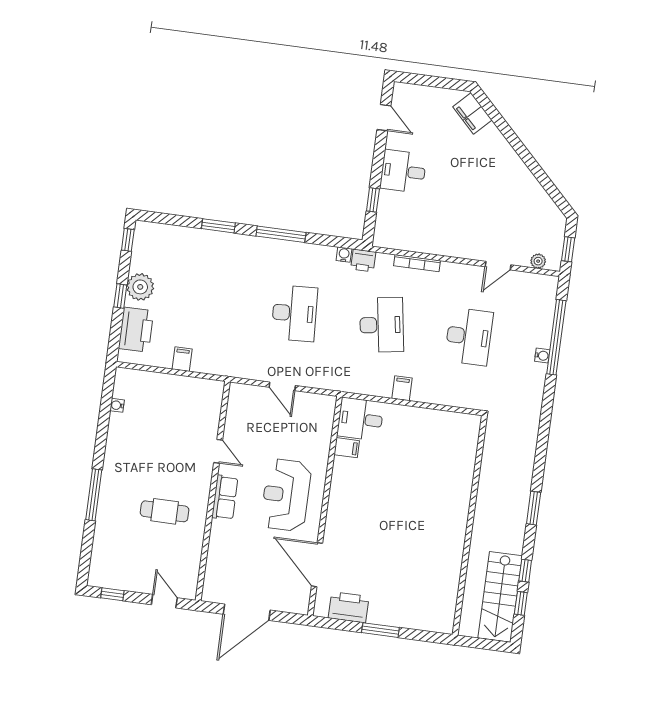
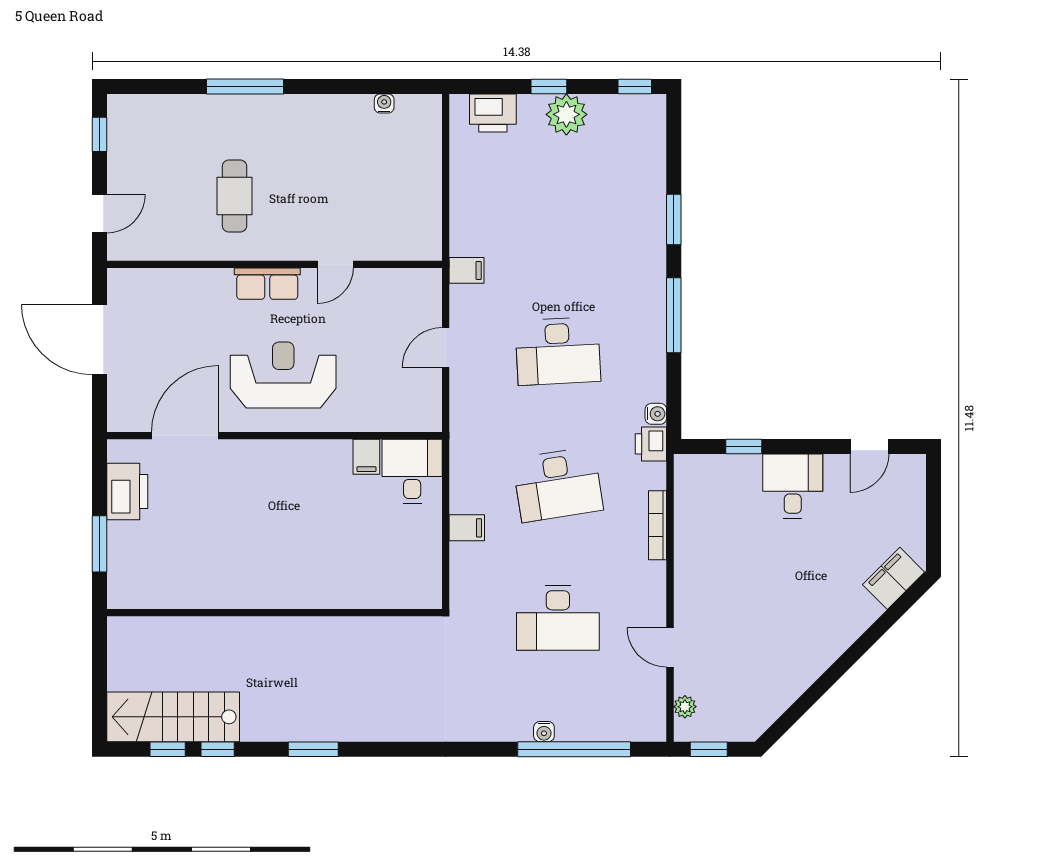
printer: (136, 330) -> (493, 113), width x0.73, depth x0.84
filing cabinet: (182, 359) -> (467, 270), moved
wall: (470, 525) -> (275, 613), moved

